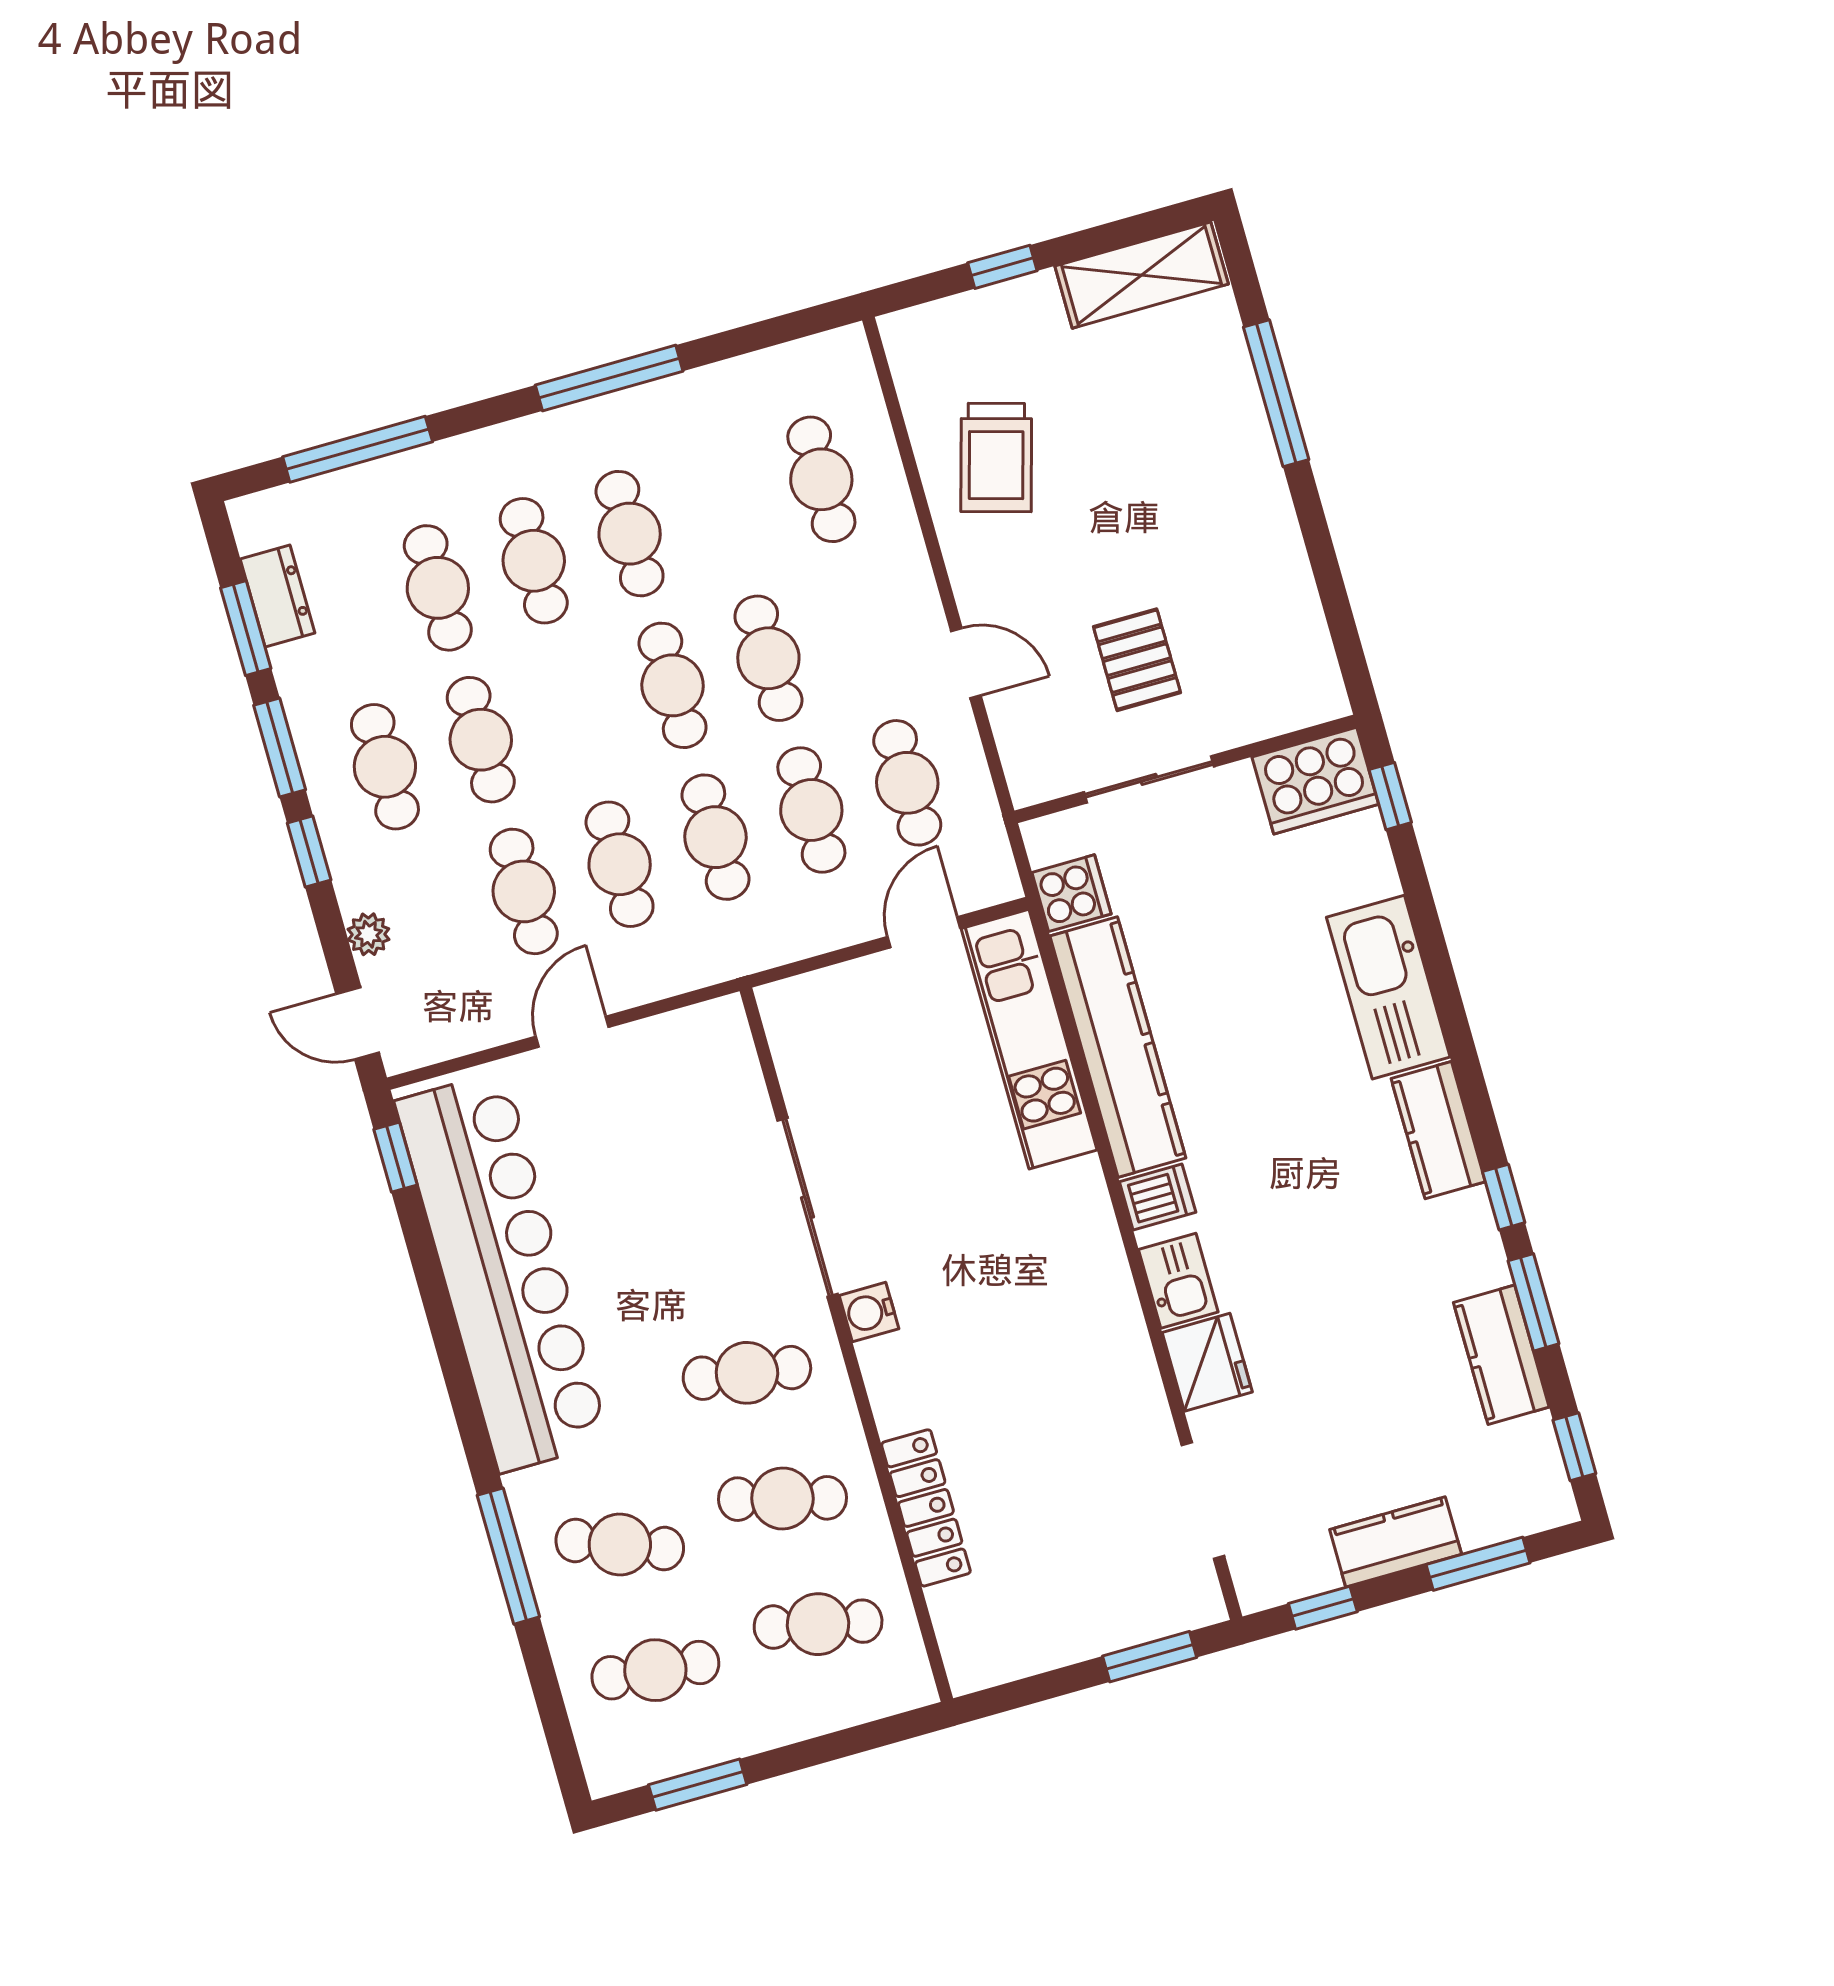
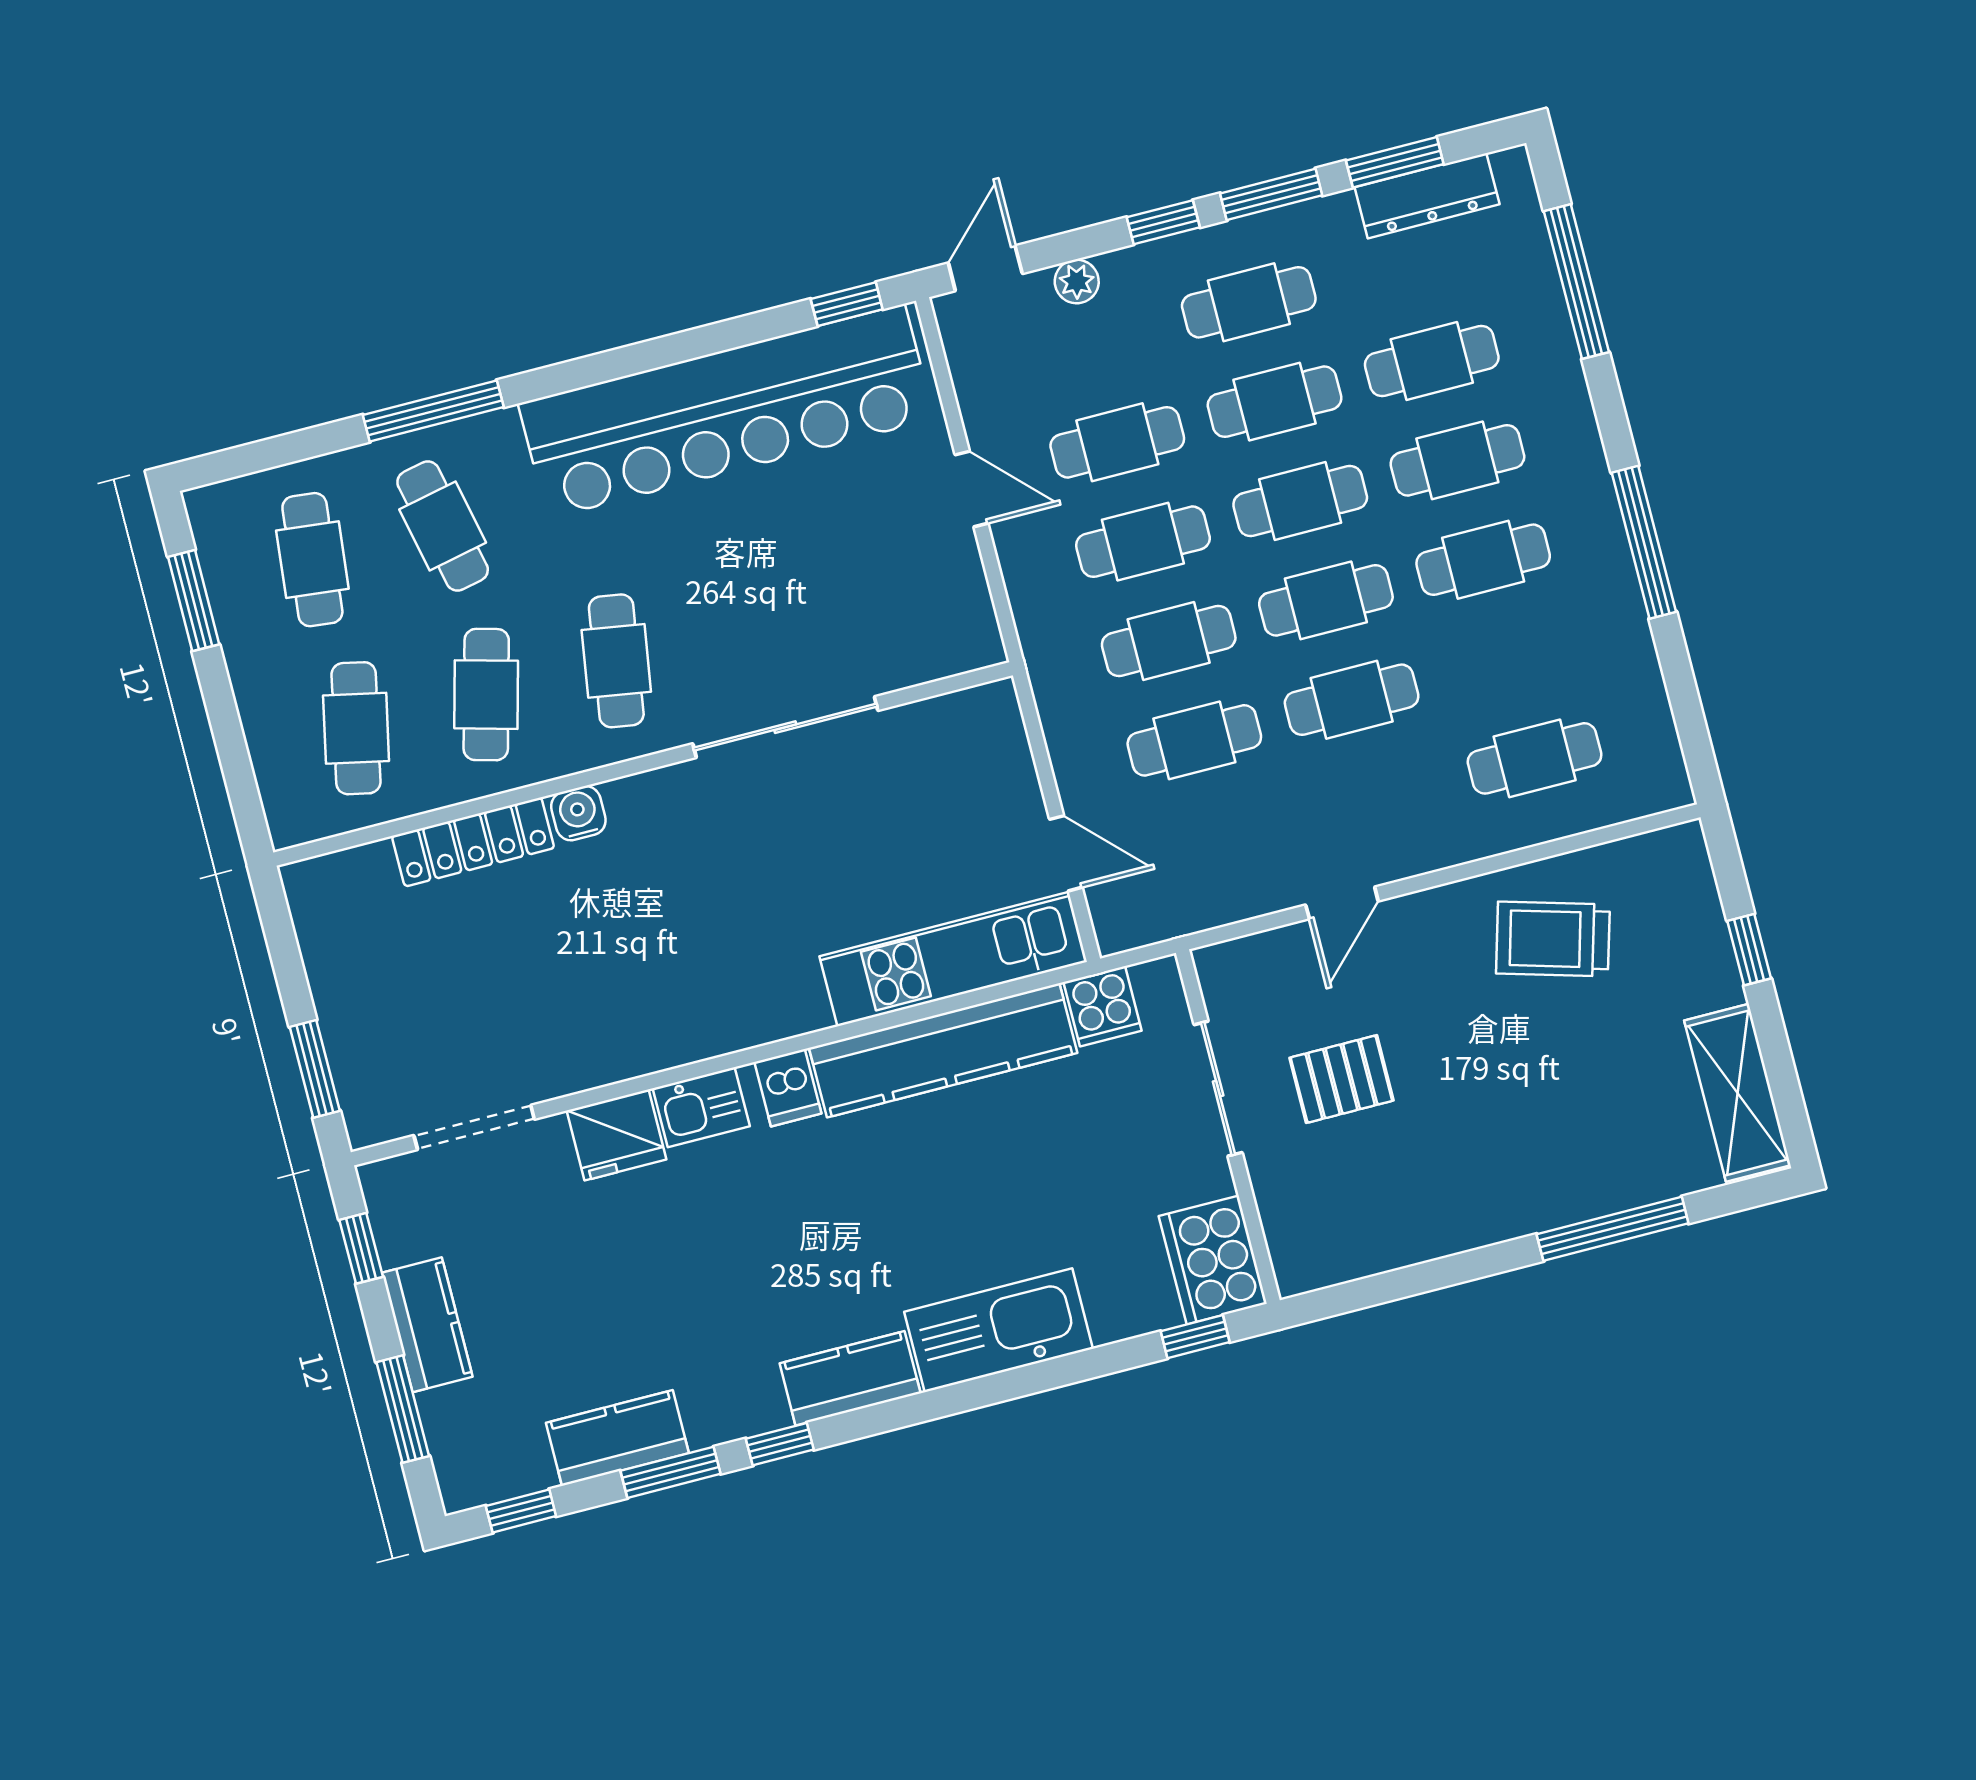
dresser: (278, 596) -> (1427, 196), width x1.44
cafe table: (907, 783) -> (1300, 501), moved
water cooler: (869, 1312) -> (578, 813), moved
cafe table: (620, 1545) -> (443, 526), turned -33

